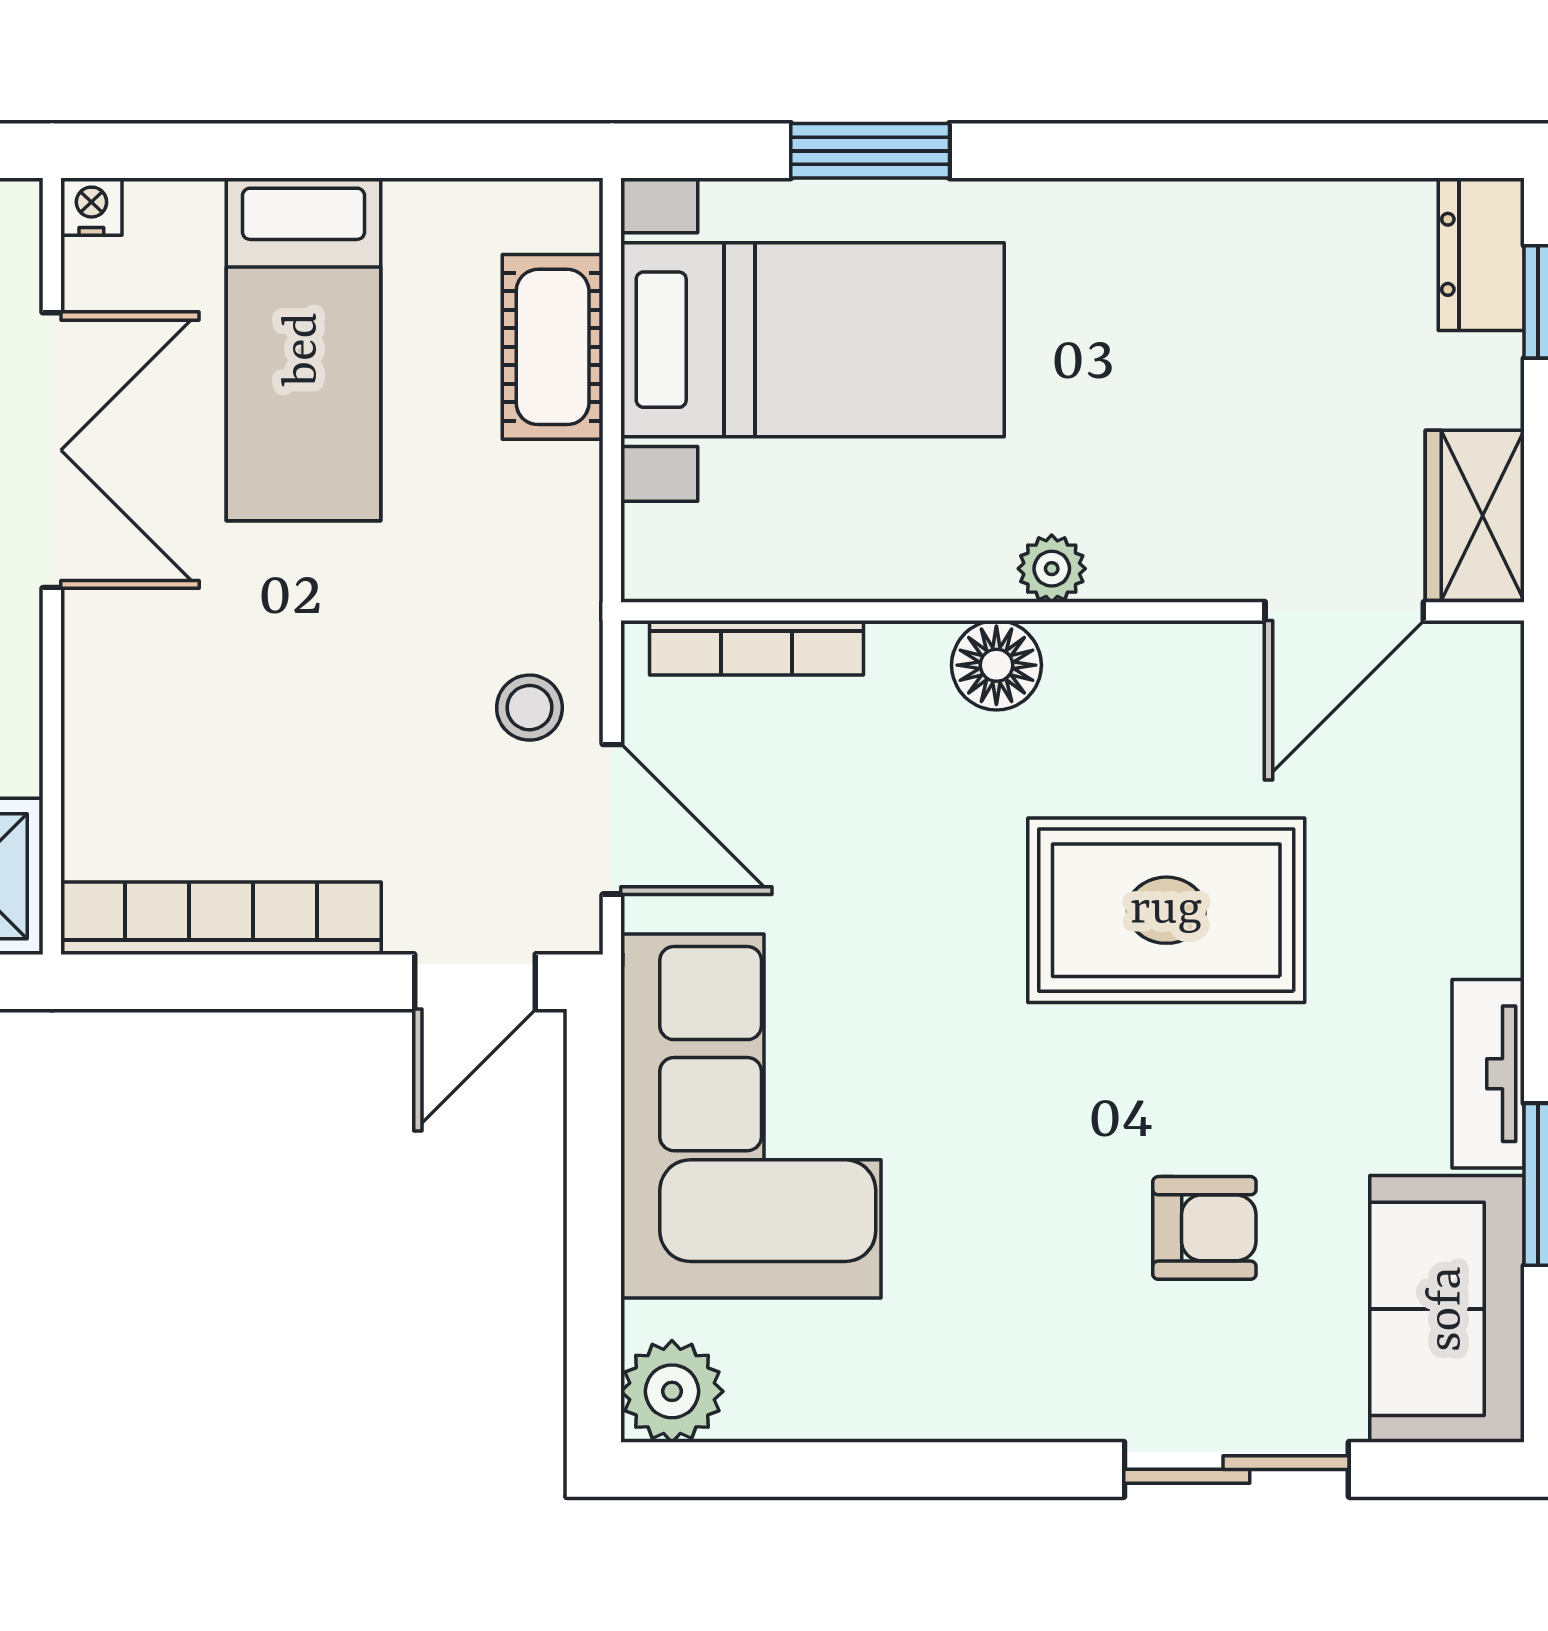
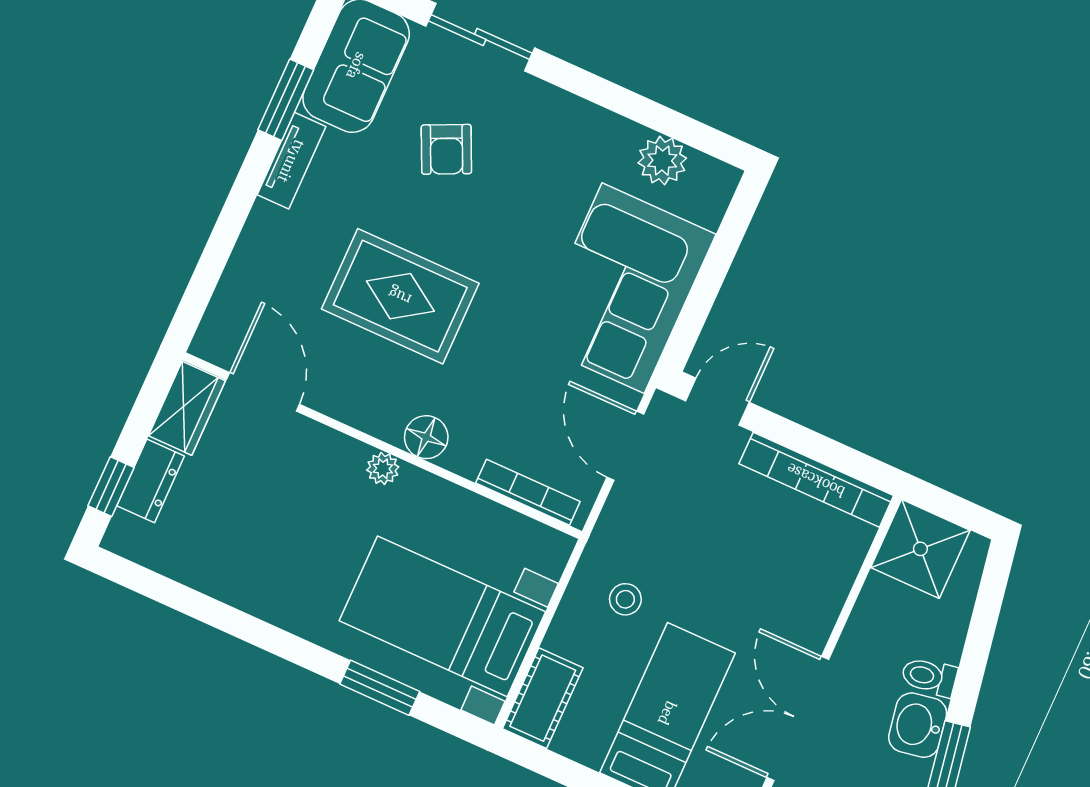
dresser: (1481, 254) -> (151, 481), moved
cot: (553, 347) -> (543, 698), moved
door: (1344, 611) -> (263, 392), hinge flipped
stool: (529, 708) -> (625, 599), moved
armchair: (1204, 1228) -> (446, 149), turned -115
plant: (672, 1391) -> (662, 160), moved

